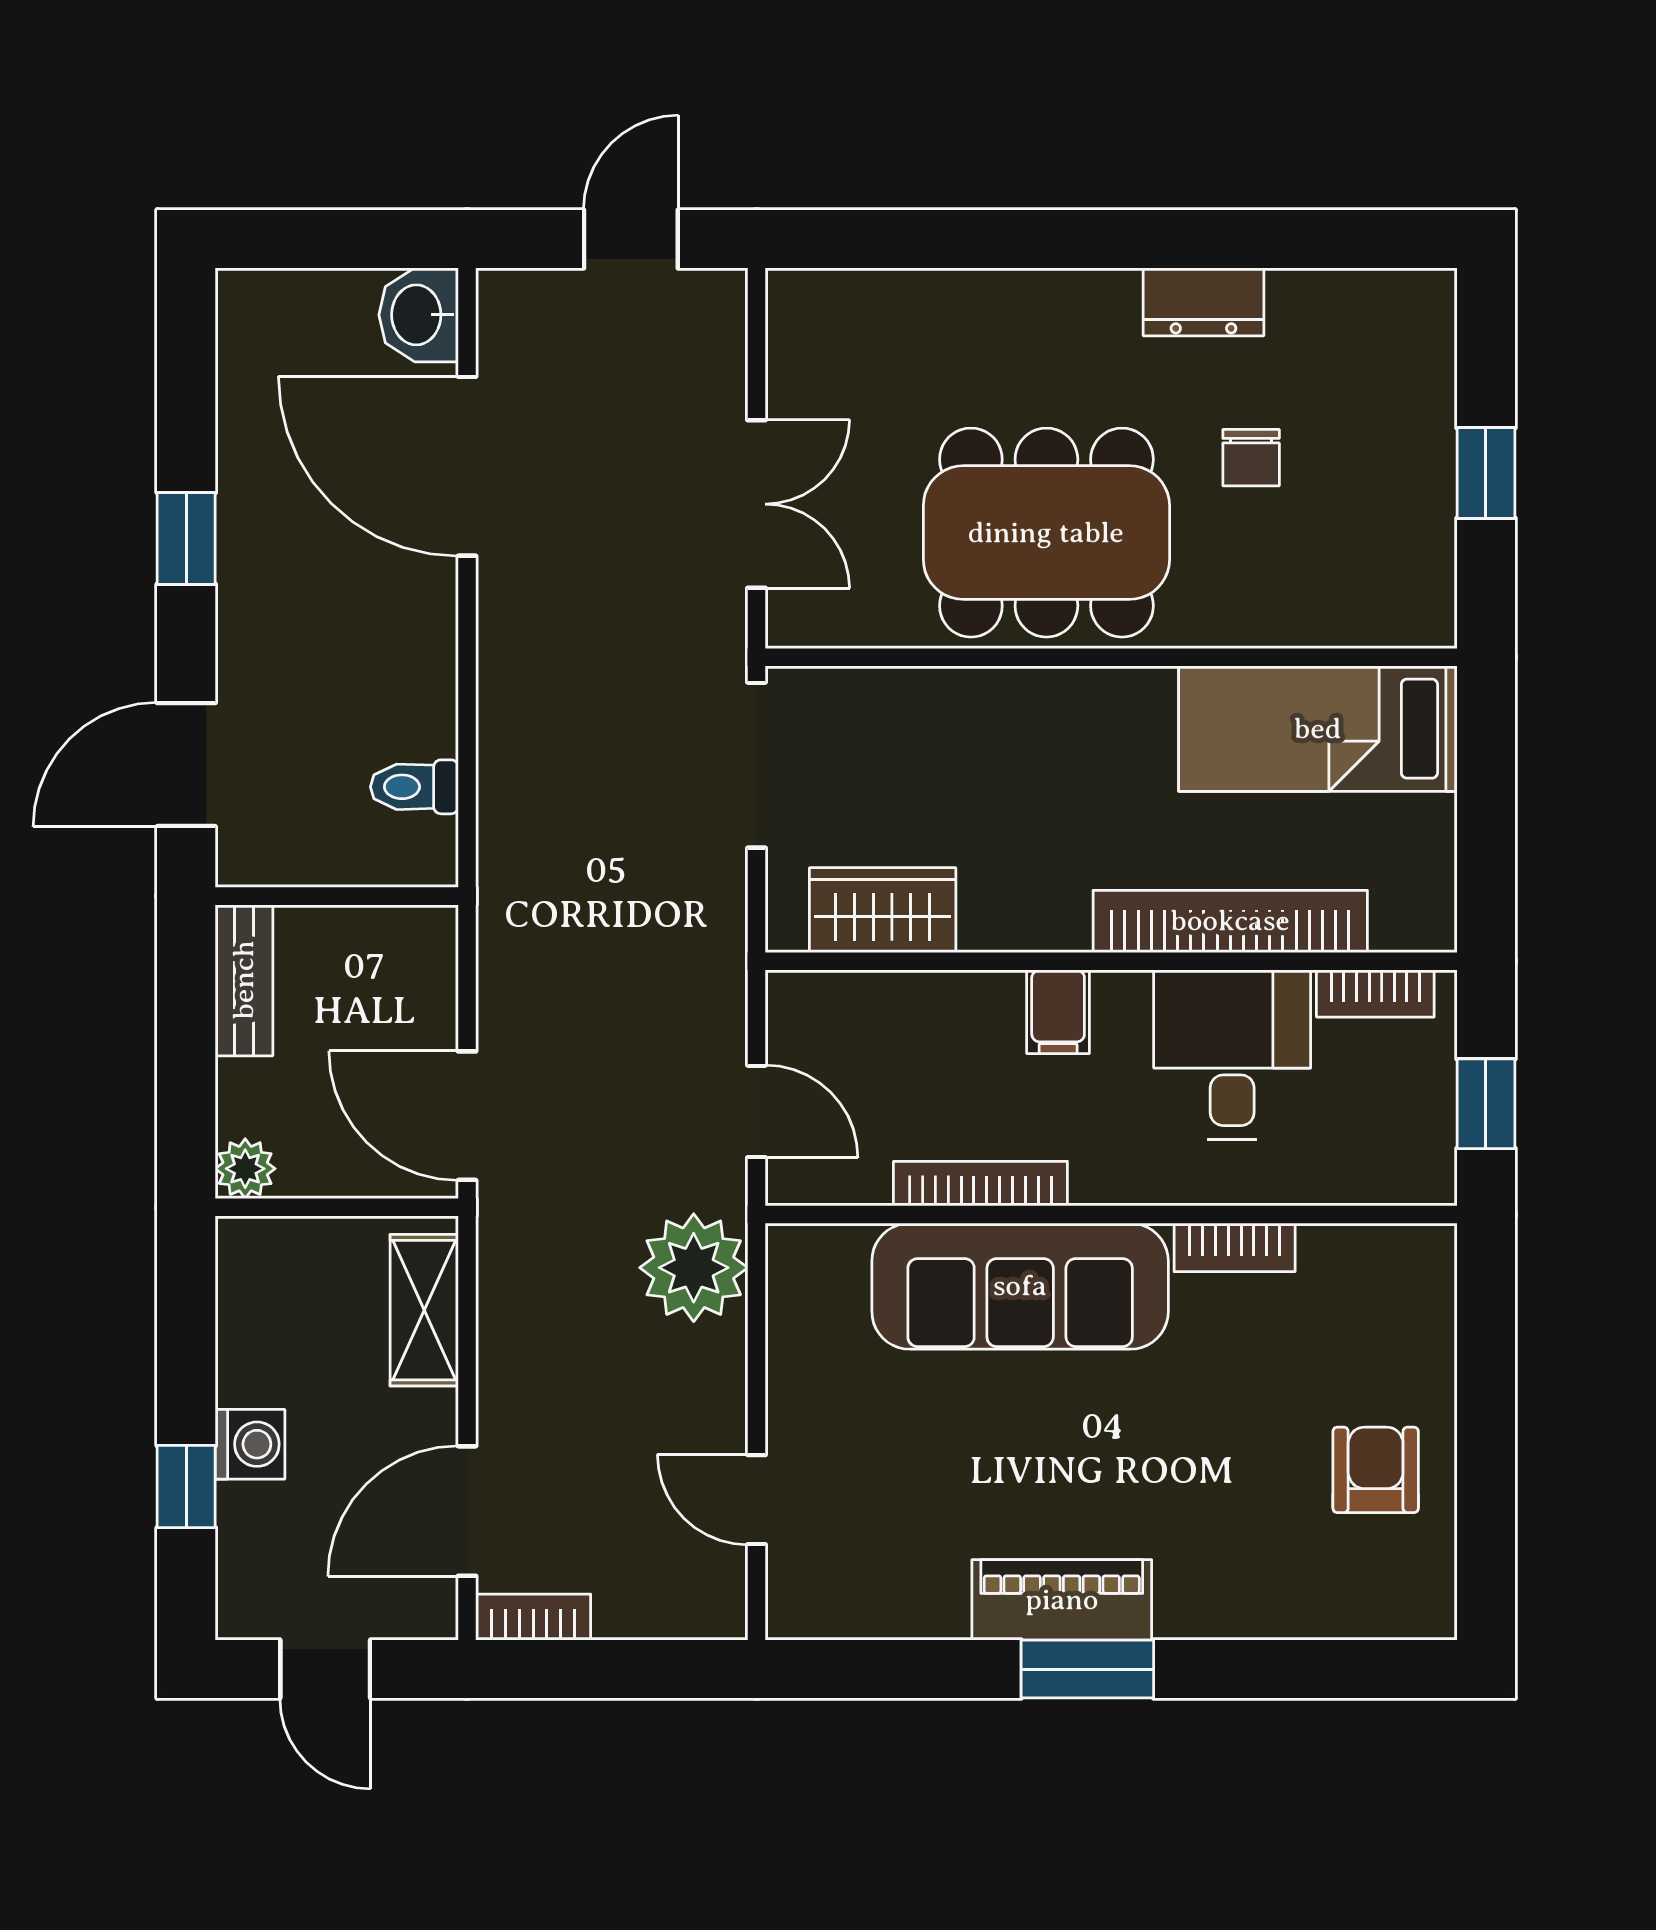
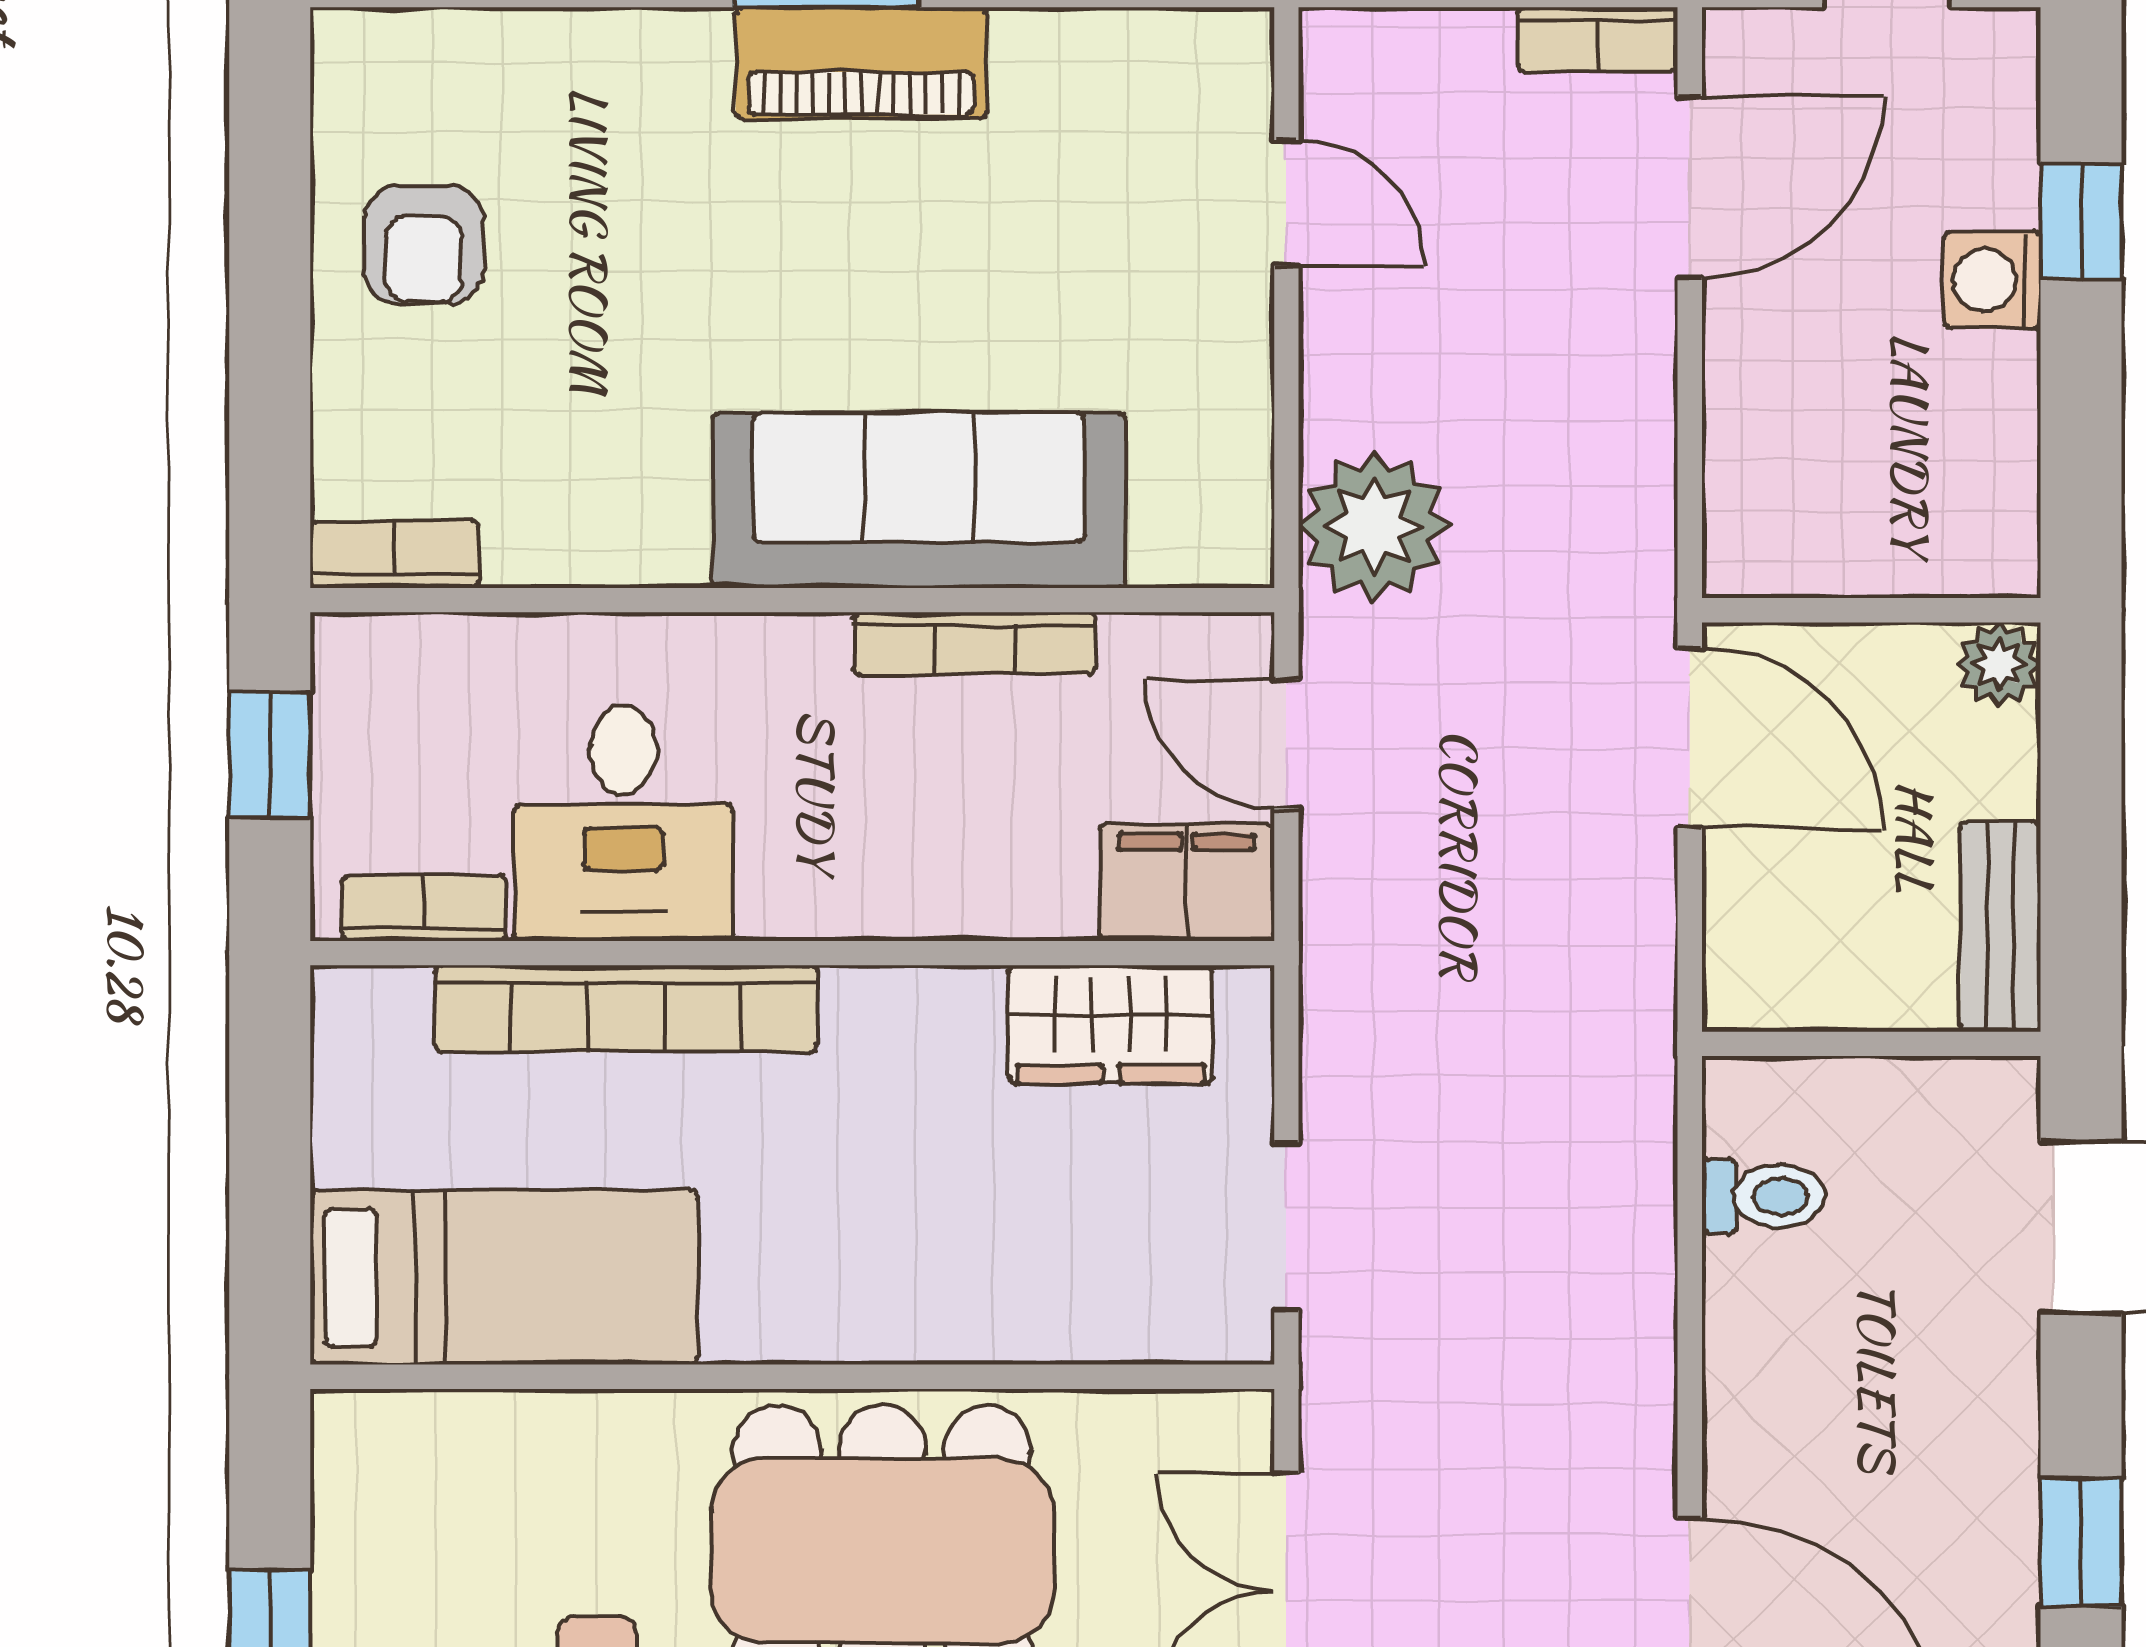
doorway: (756, 765) -> (1286, 1226), width x0.73
filing cabinet: (1058, 1012) -> (1187, 883), moved, width x2.00
bookcase: (1235, 1247) -> (394, 554), moved
shelving: (424, 1310) -> (1749, 467), removed

